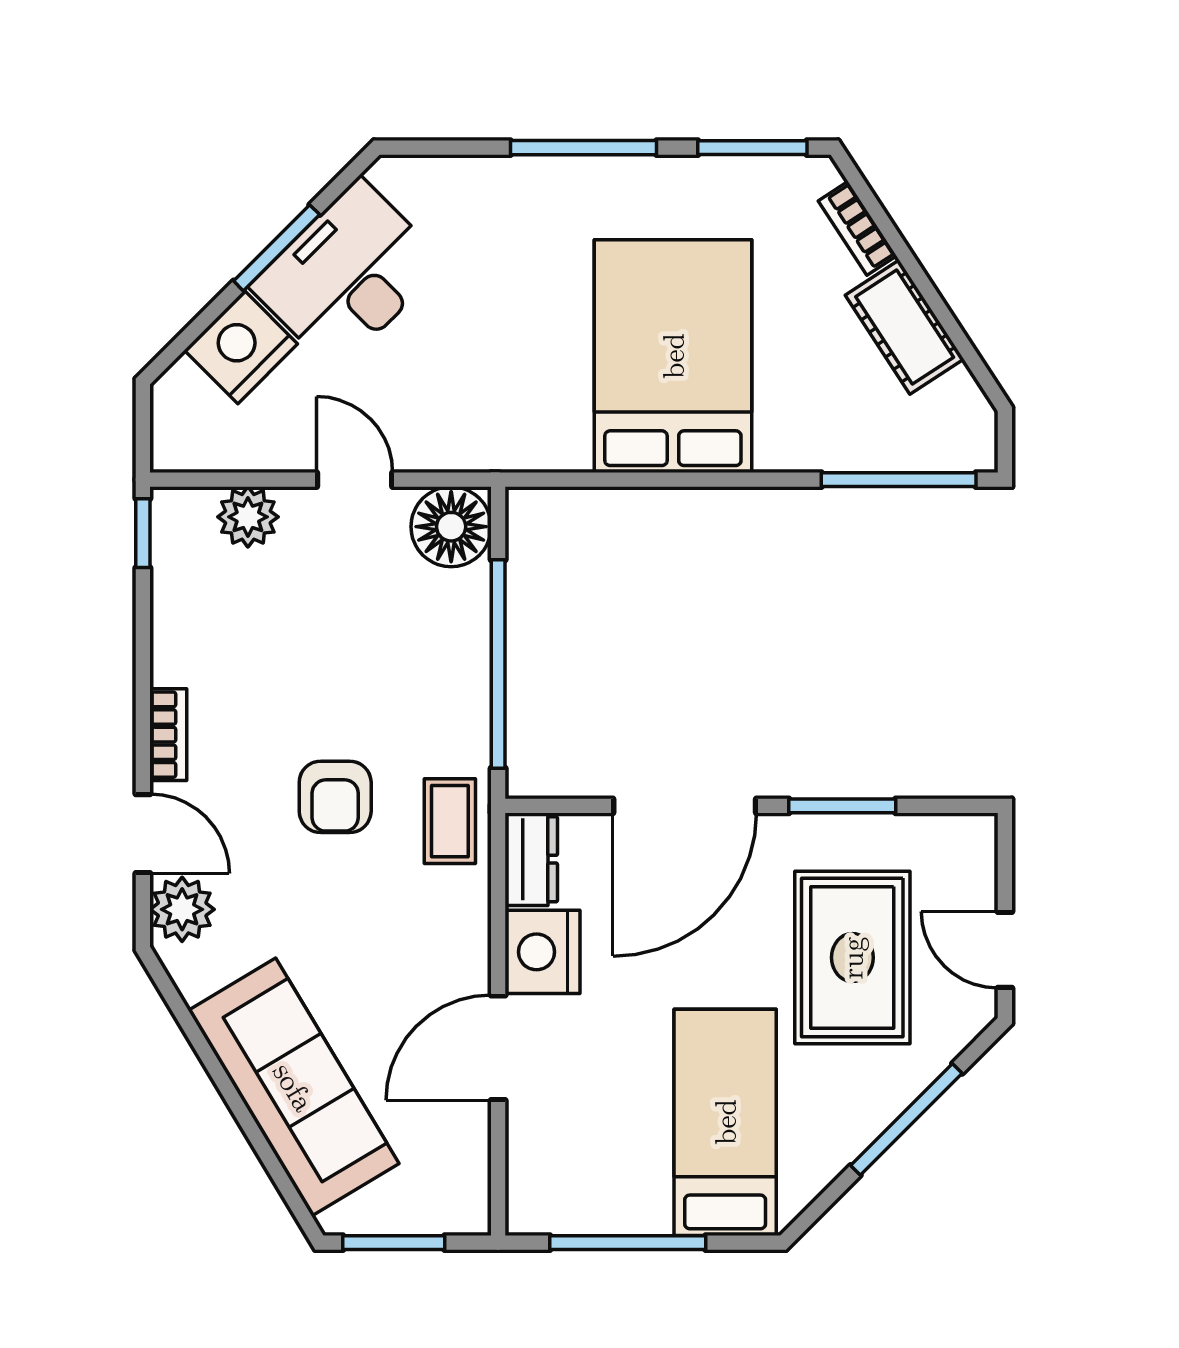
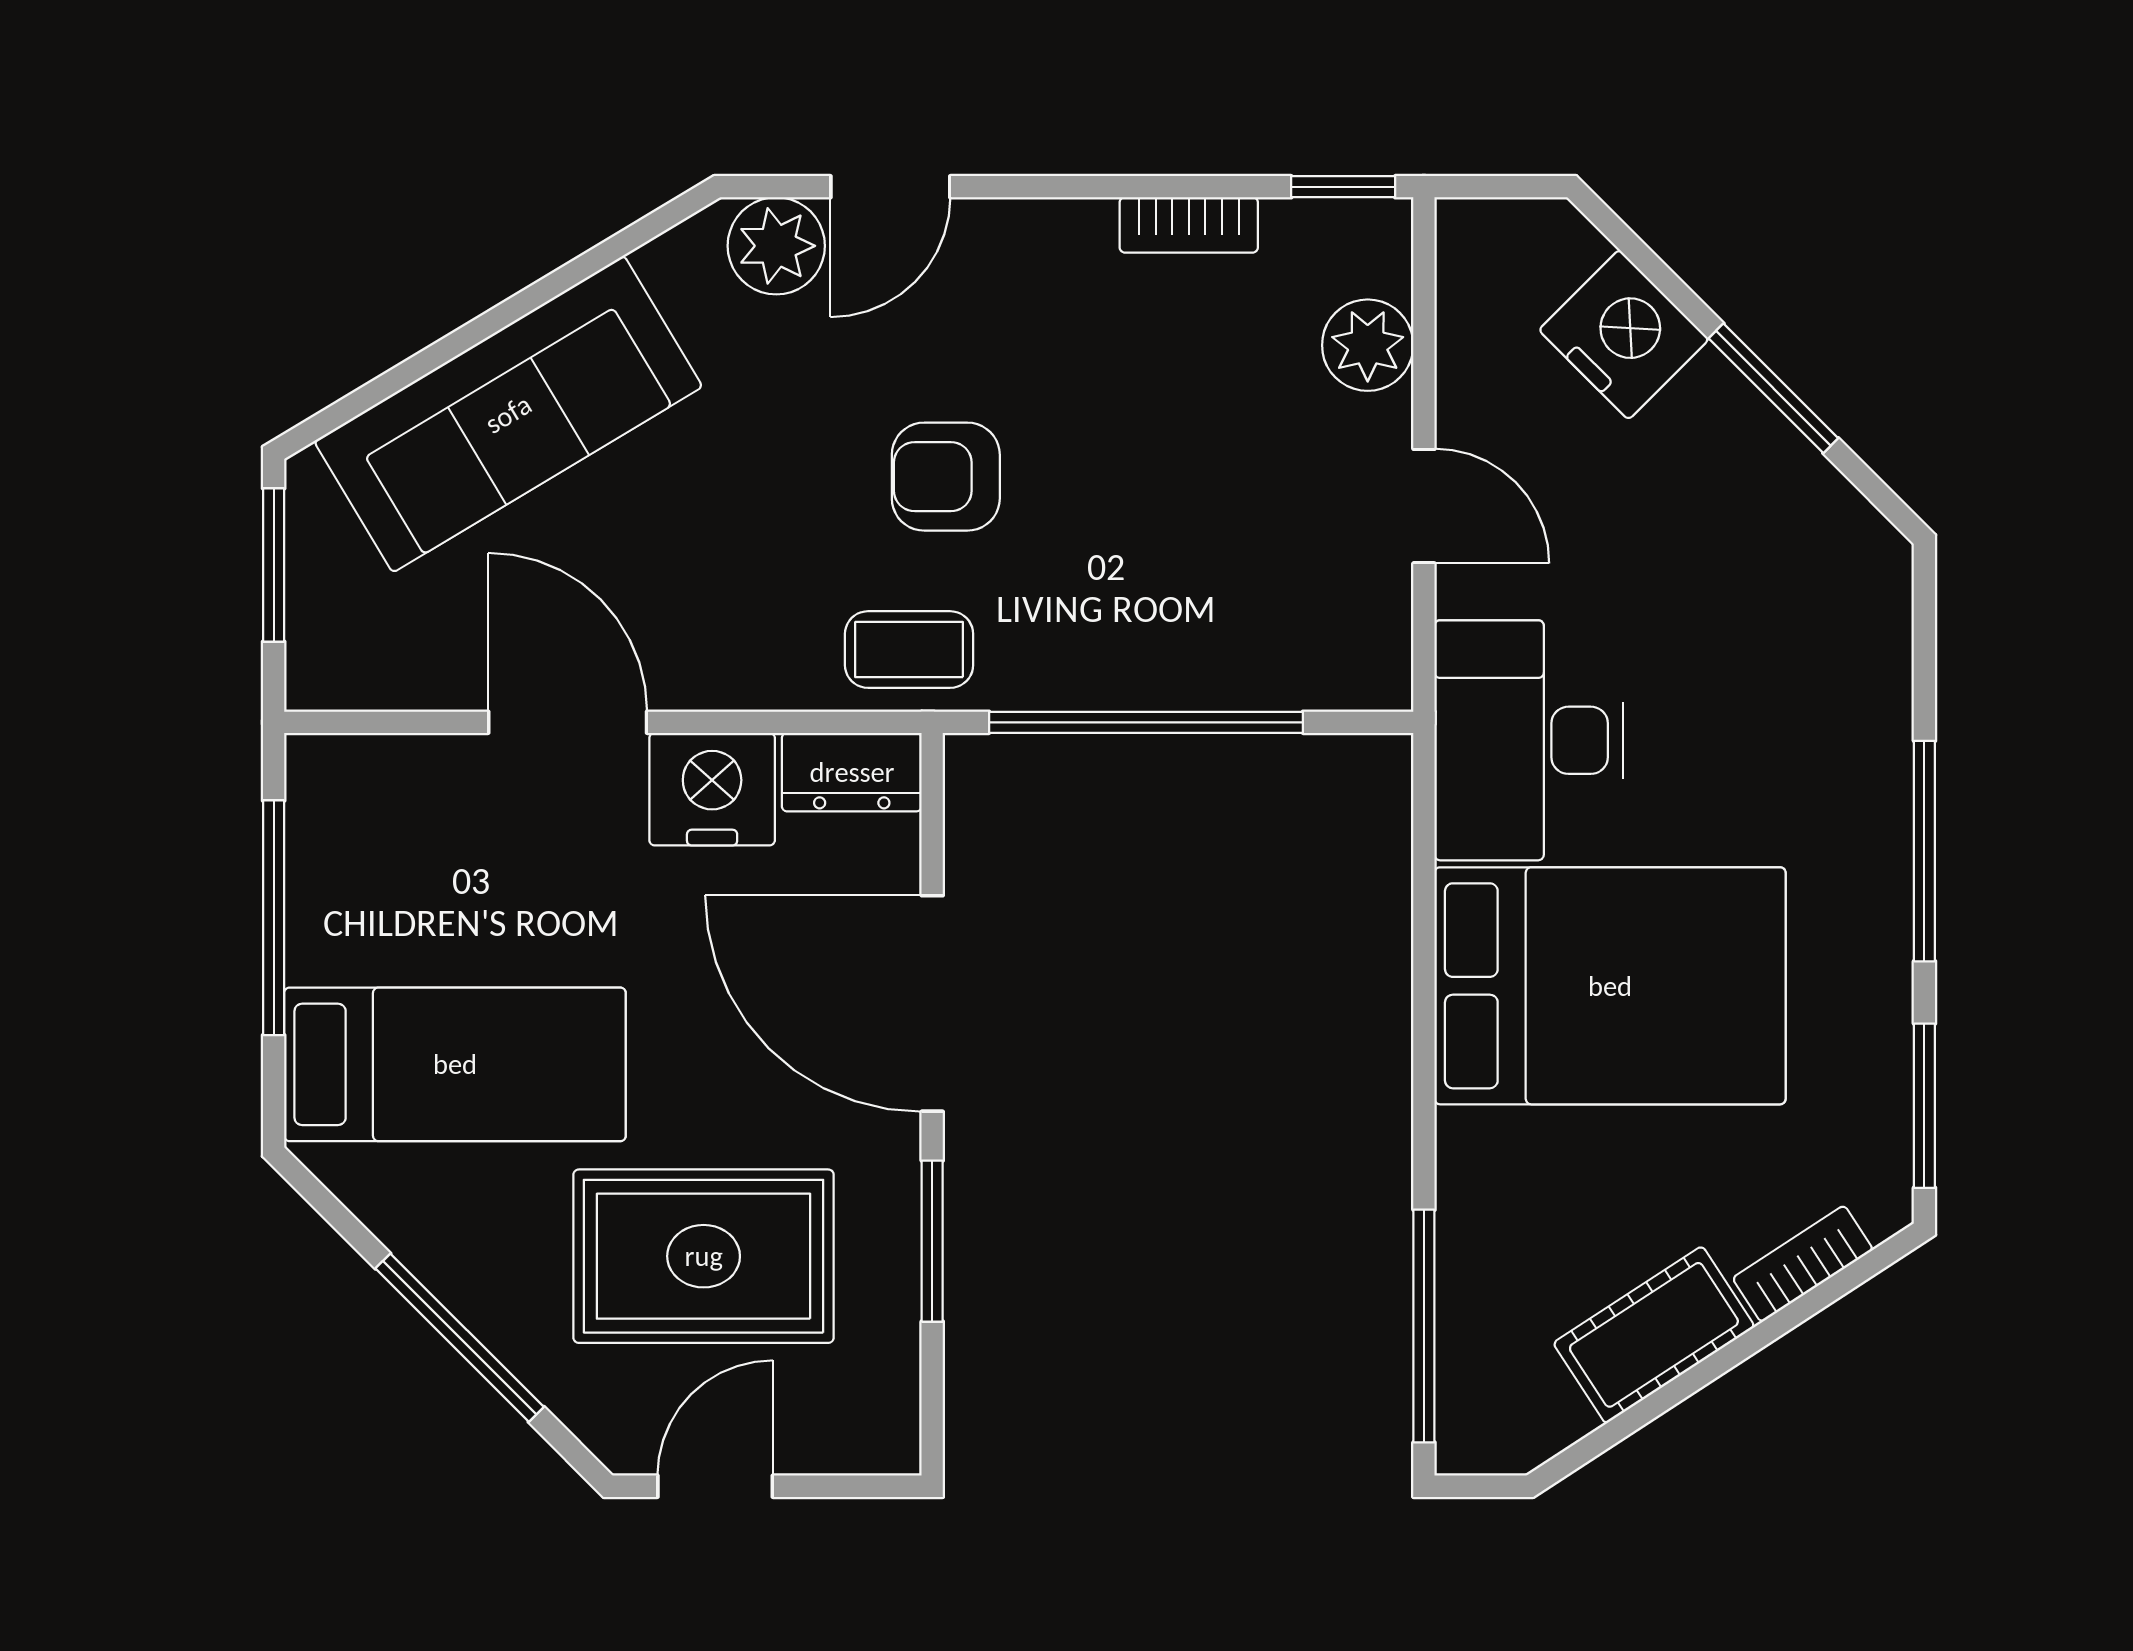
desk: (348, 275) -> (1529, 740), moved, turned -135
door: (355, 480) -> (1424, 506), hinge flipped
floor lamp: (451, 527) -> (1353, 651), removed
bookcase: (168, 735) -> (1189, 225), moved

